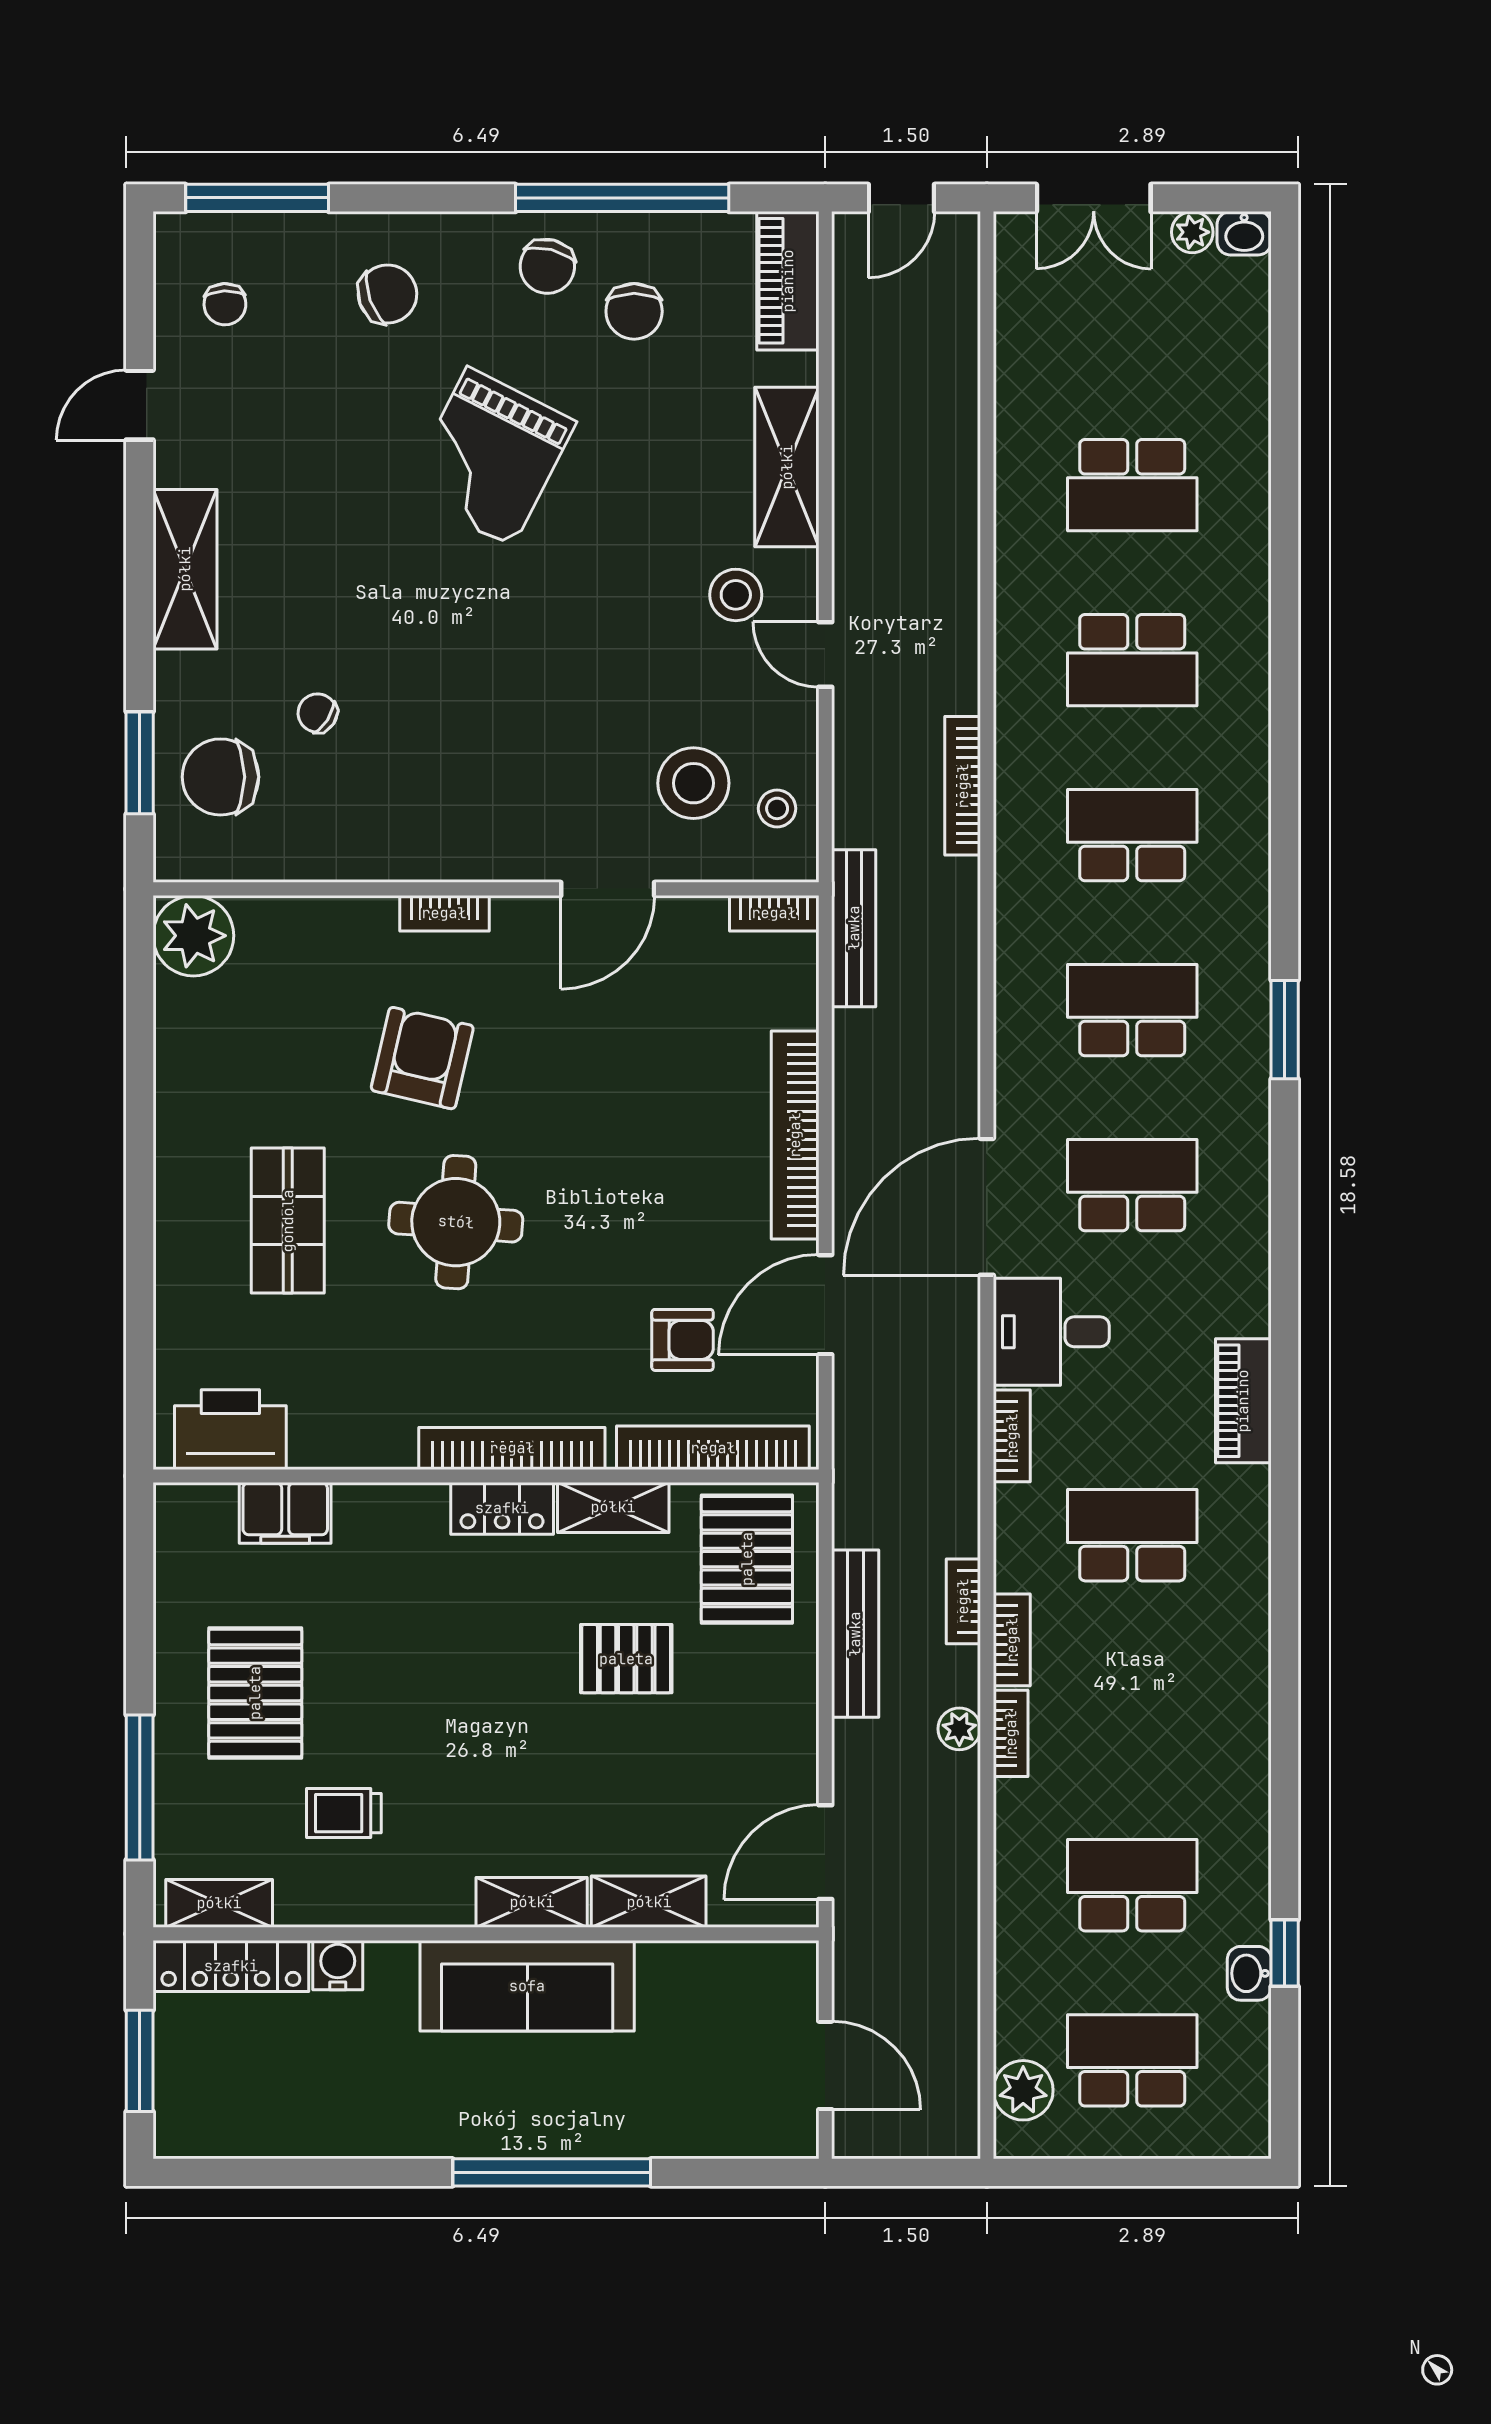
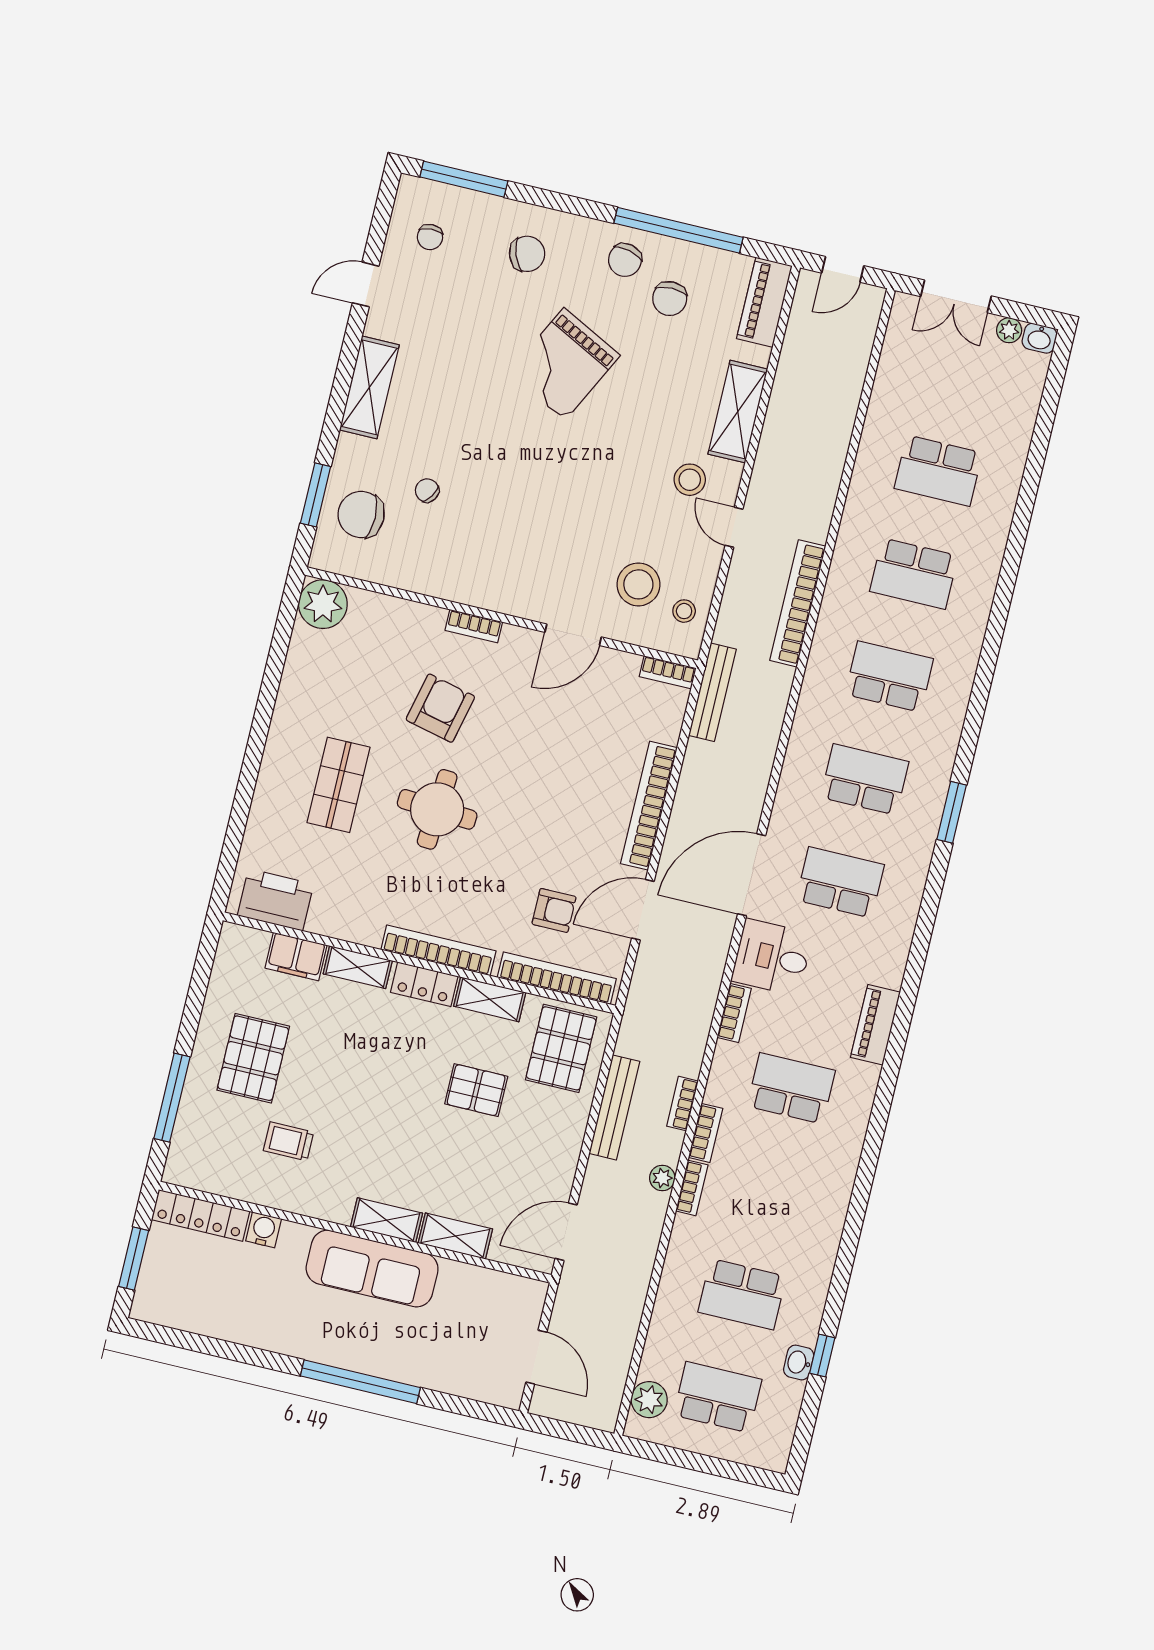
bookcase: (963, 786) -> (798, 603), width x1.48, depth x1.31
school desk: (1132, 1885) -> (742, 1294), turned 180
shelving: (219, 1903) -> (358, 967), moved

